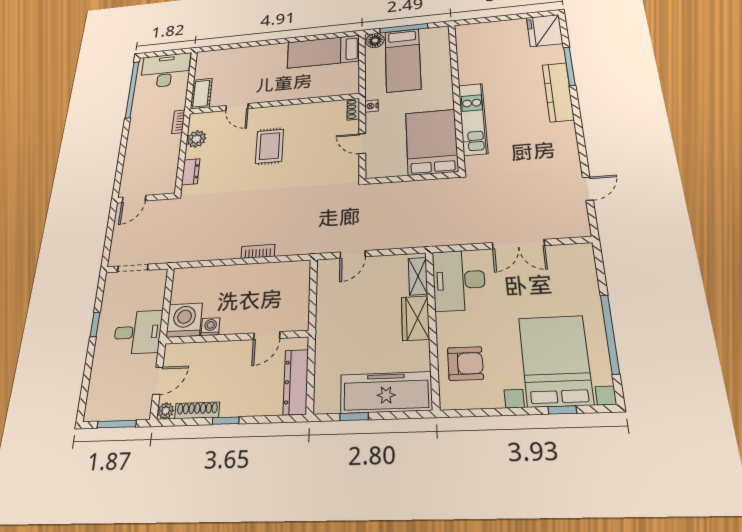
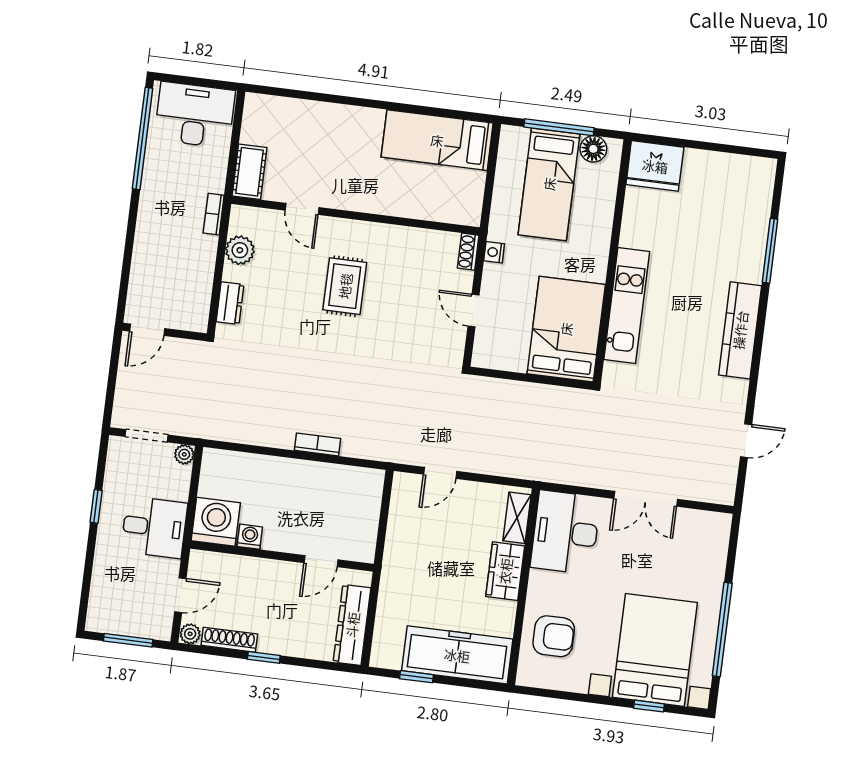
fridge: (545, 31) -> (655, 166), moved, turned -90
floor lamp: (375, 41) -> (593, 149), moved
kitchen counter: (558, 92) -> (740, 330), moved
plant: (160, 276) -> (184, 454), added

